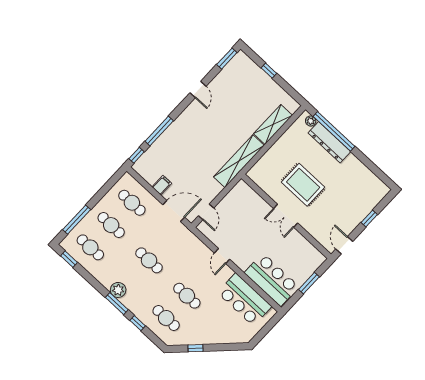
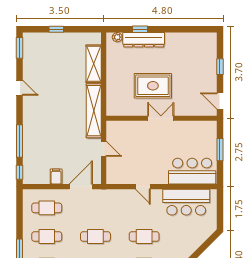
window: (334, 131) -> (140, 29), width x0.32
door: (206, 212) -> (104, 149), moved
double door: (286, 216) -> (161, 118), swing flipped

